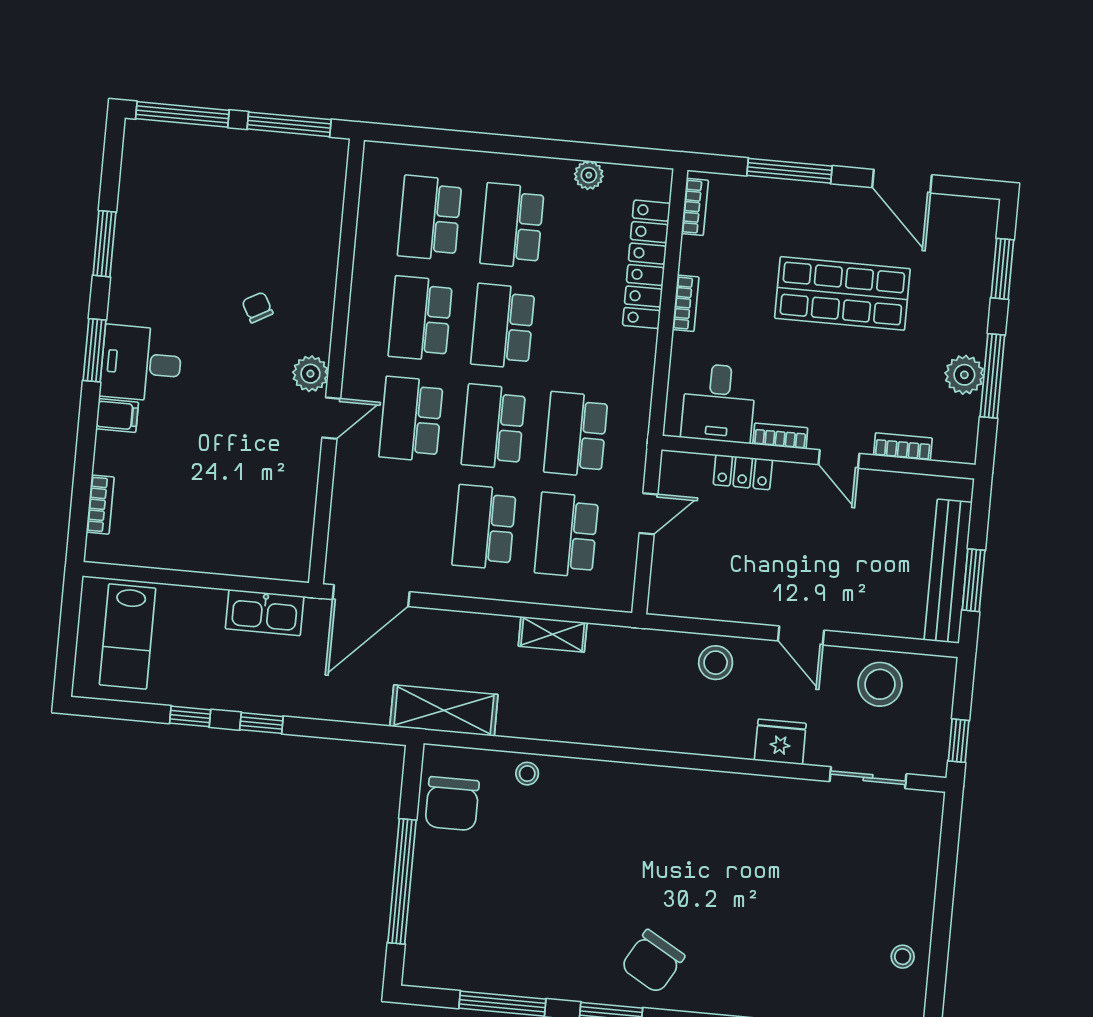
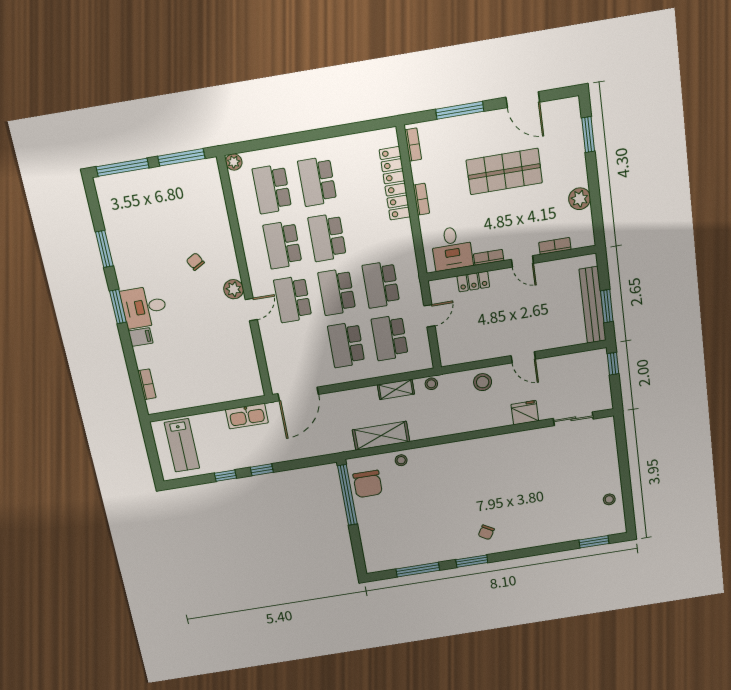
plant: (589, 175) -> (234, 162), moved
window: (992, 376) -> (595, 195), removed
stool: (880, 684) -> (431, 384), moved, width x0.53, depth x0.53
shelving: (444, 710) -> (381, 436), moved
window: (959, 741) -> (613, 364), moved
window: (402, 881) -> (347, 495), moved
chair: (653, 961) -> (486, 532), width x0.54, depth x0.54

